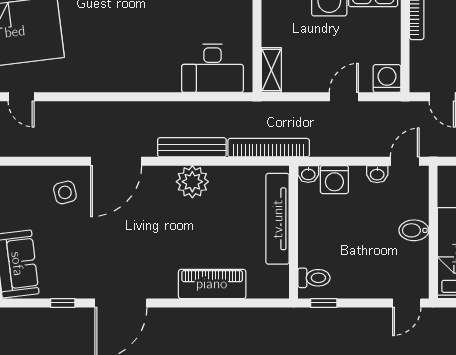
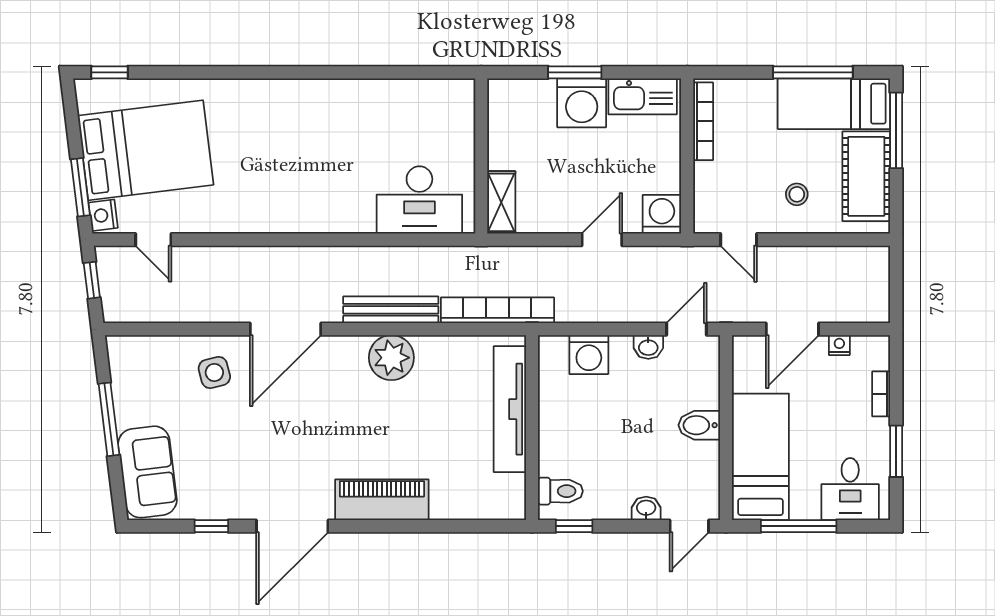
washbasin: (308, 174) -> (646, 508), moved, turned 180
piano: (212, 284) -> (382, 500), moved

